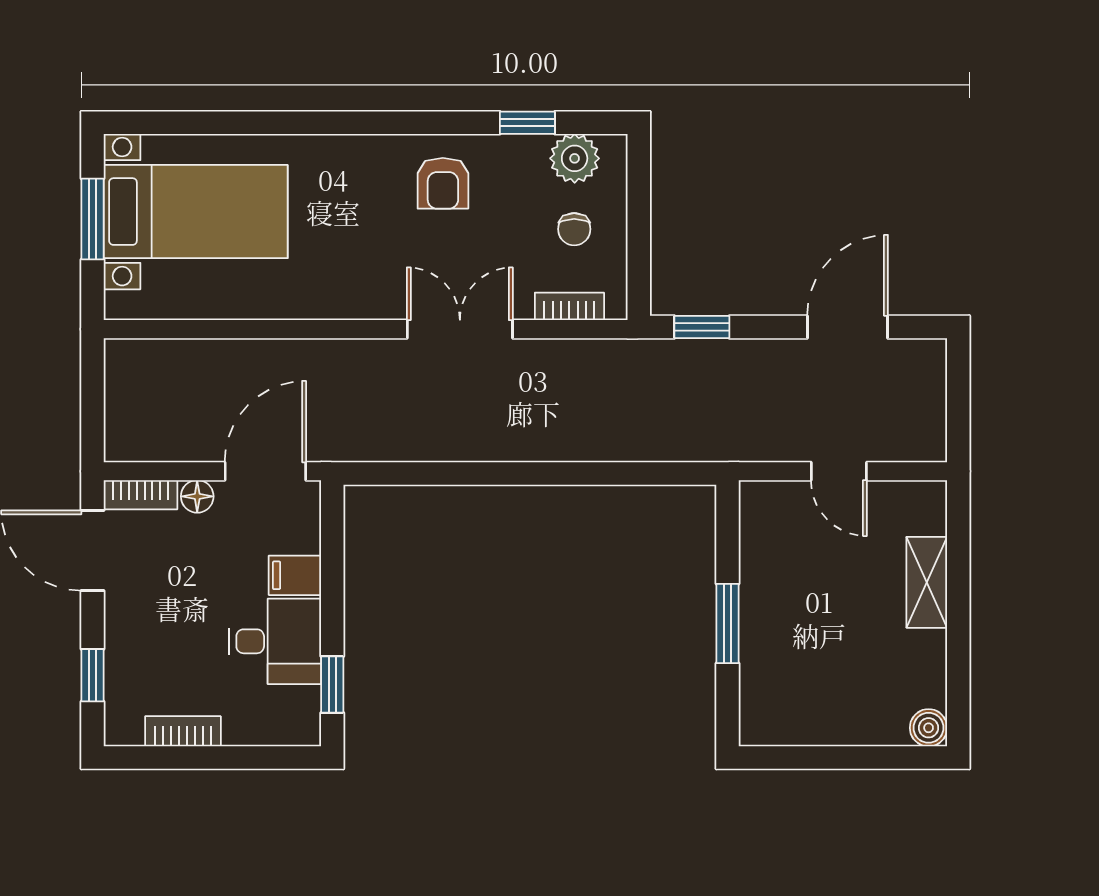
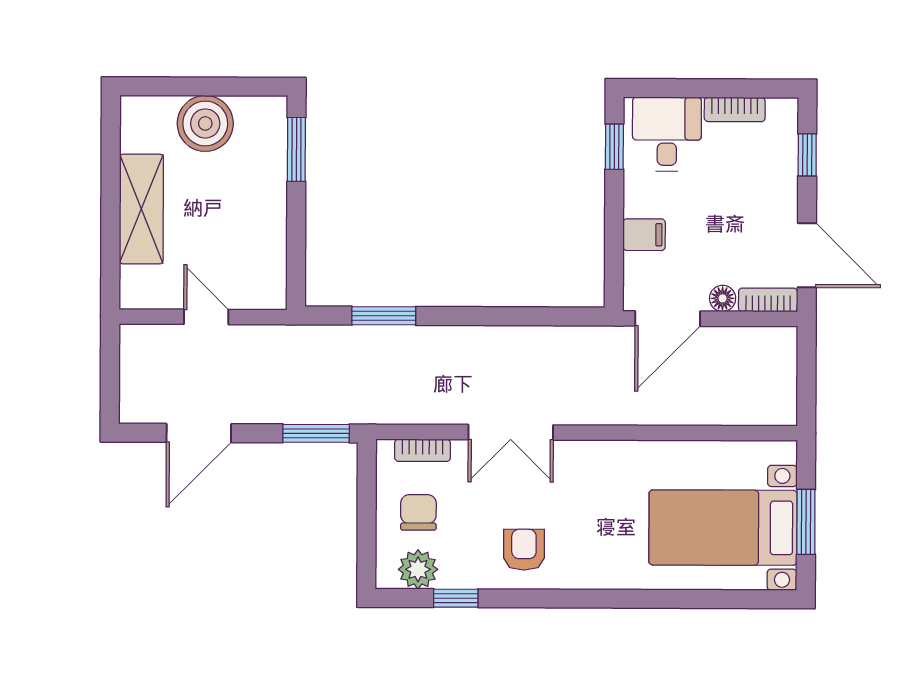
chair: (574, 229) -> (418, 512), width x1.37, depth x1.37
window: (702, 327) -> (316, 433), width x1.50
window: (618, 473) -> (384, 316), added
shelving: (927, 582) -> (141, 209), width x1.50, depth x1.33
window: (727, 623) -> (296, 149), moved
desk: (275, 641) -> (667, 134), moved, turned 90
boiler: (929, 728) -> (205, 123), moved, width x1.86, depth x1.86

